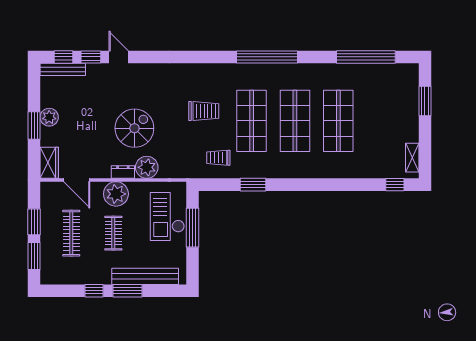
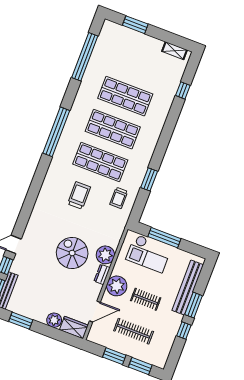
plant: (49, 117) -> (54, 320), moved
window: (34, 125) -> (21, 321), moved
window: (395, 185) -> (183, 90), moved

